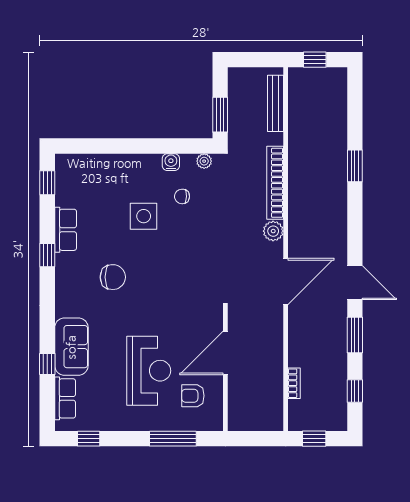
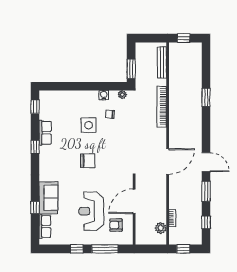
plant: (273, 231) -> (161, 228), moved
chair: (113, 277) -> (88, 161), moved
reception desk: (149, 371) -> (91, 211), turned 180
window: (89, 439) -> (77, 249), moved

